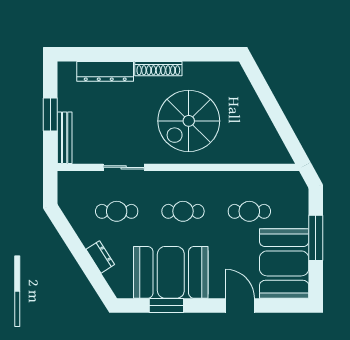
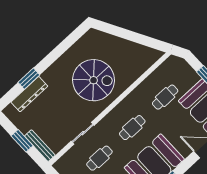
window: (120, 54) -> (29, 79), added
shoe rack: (158, 69) -> (54, 68), removed
spiral stairs: (189, 121) -> (94, 80), turned -90

